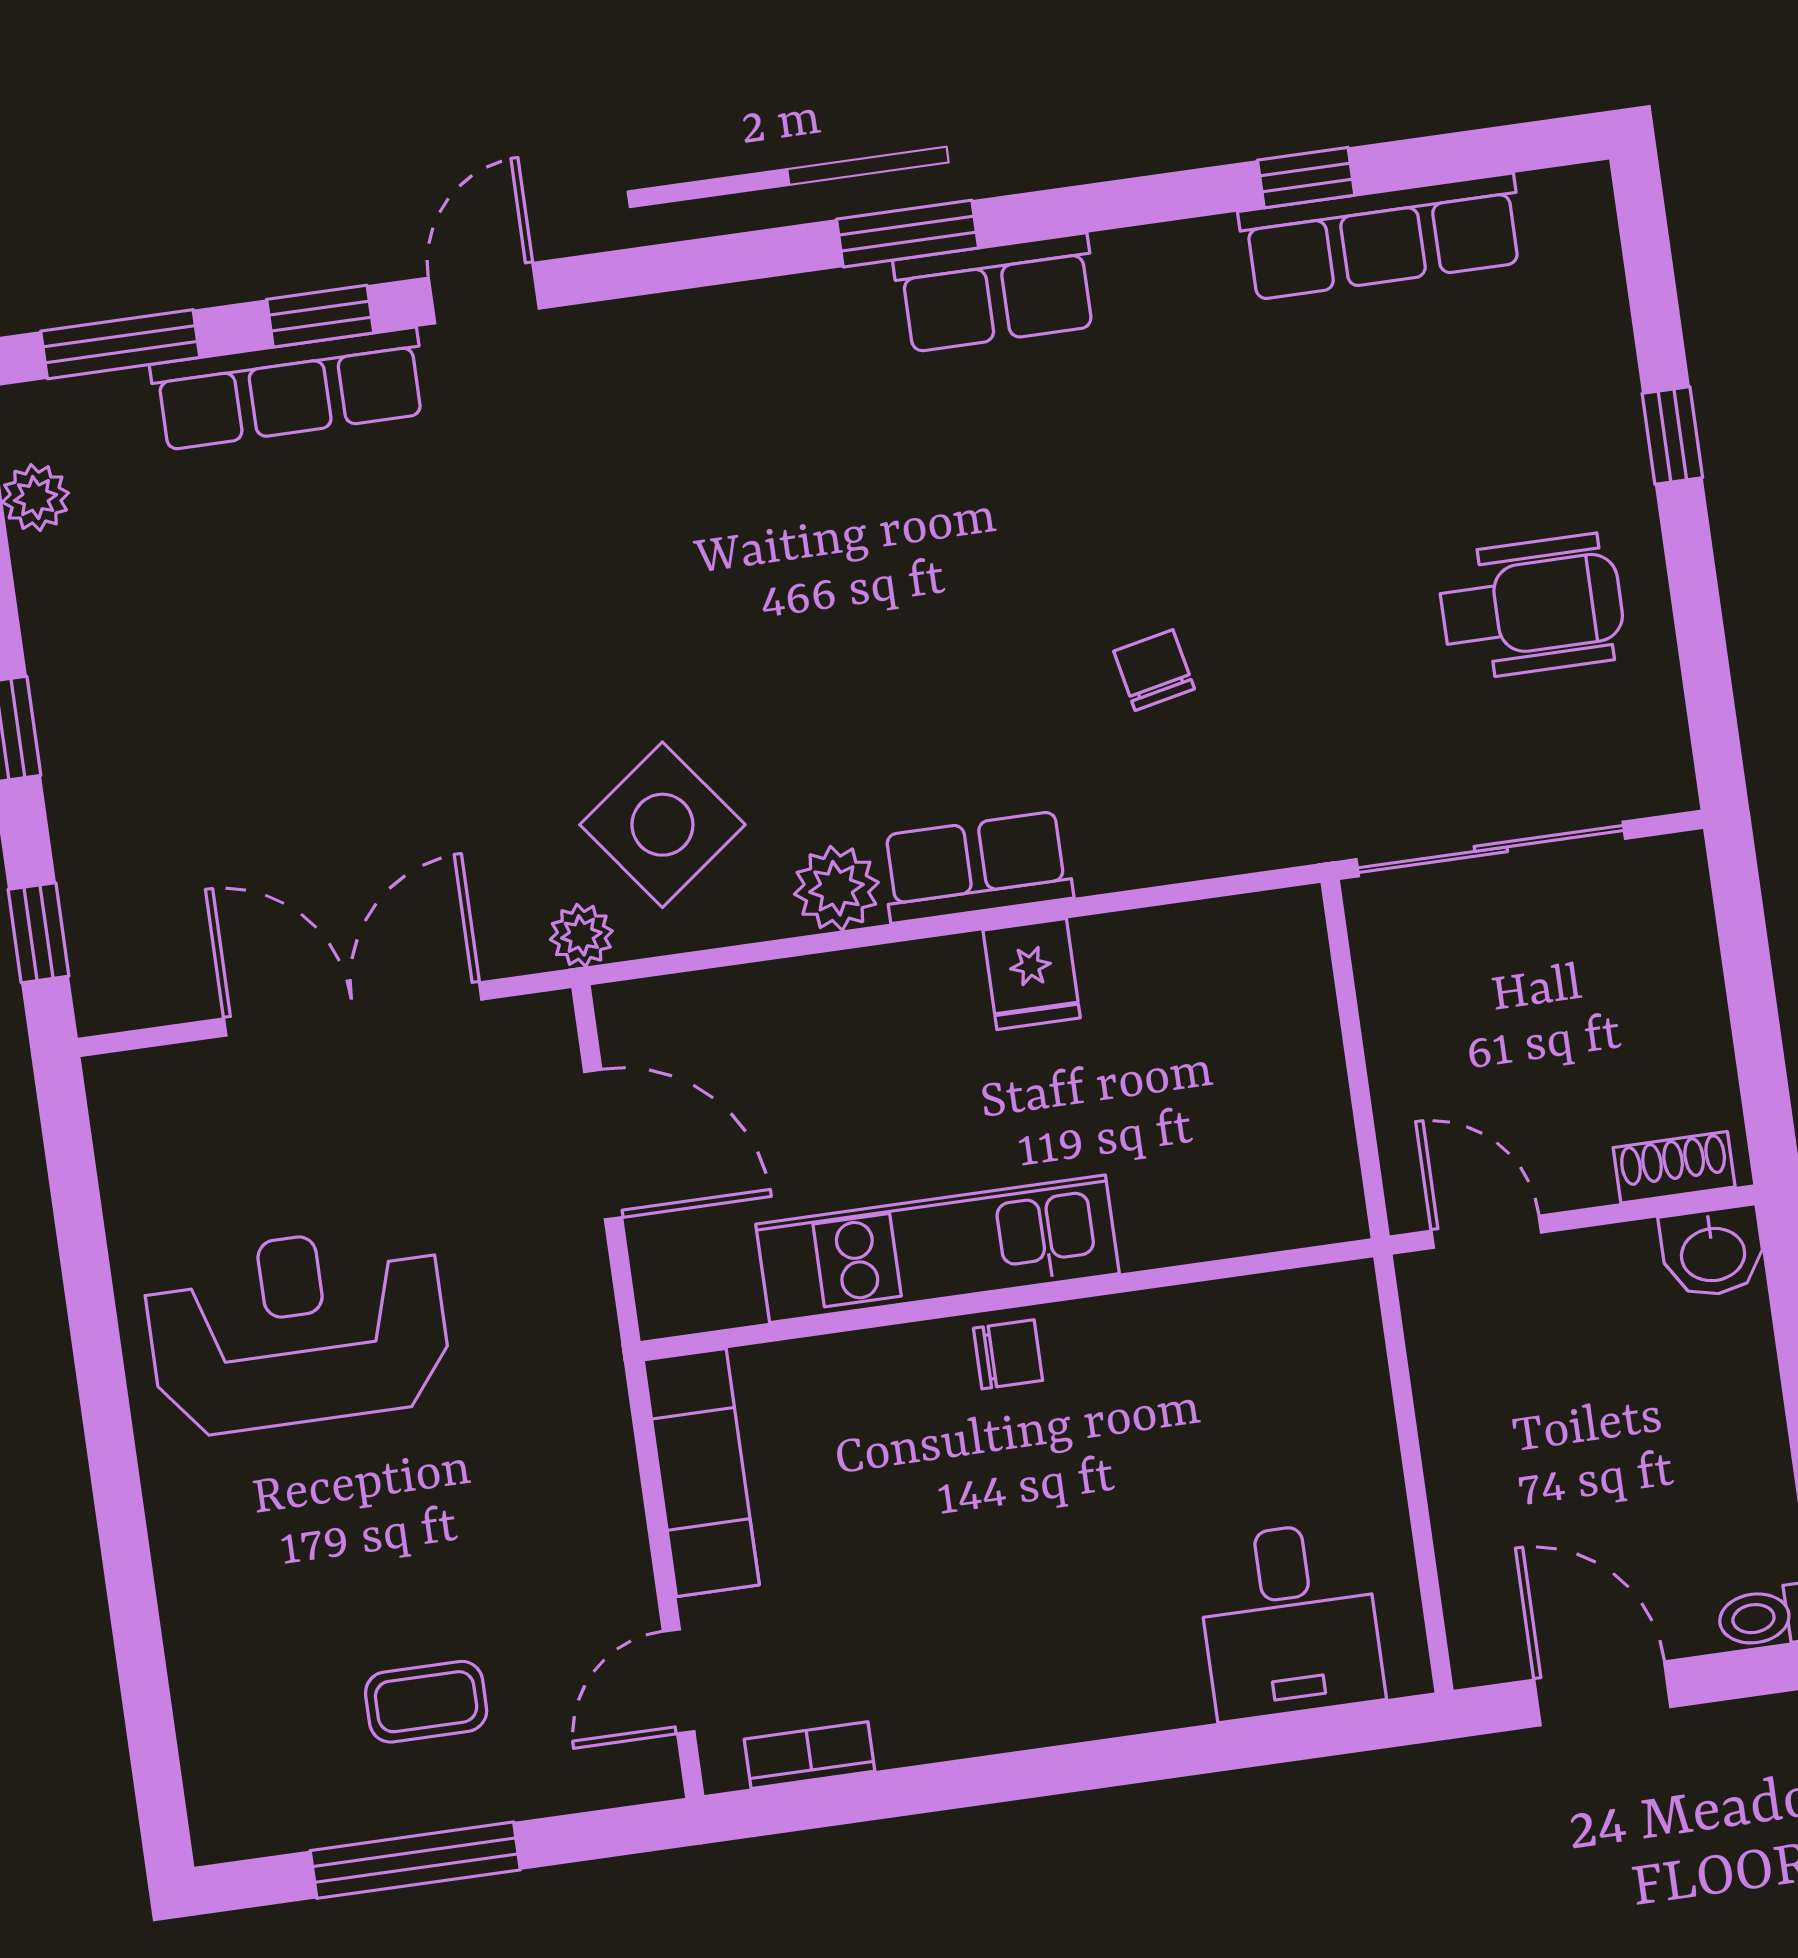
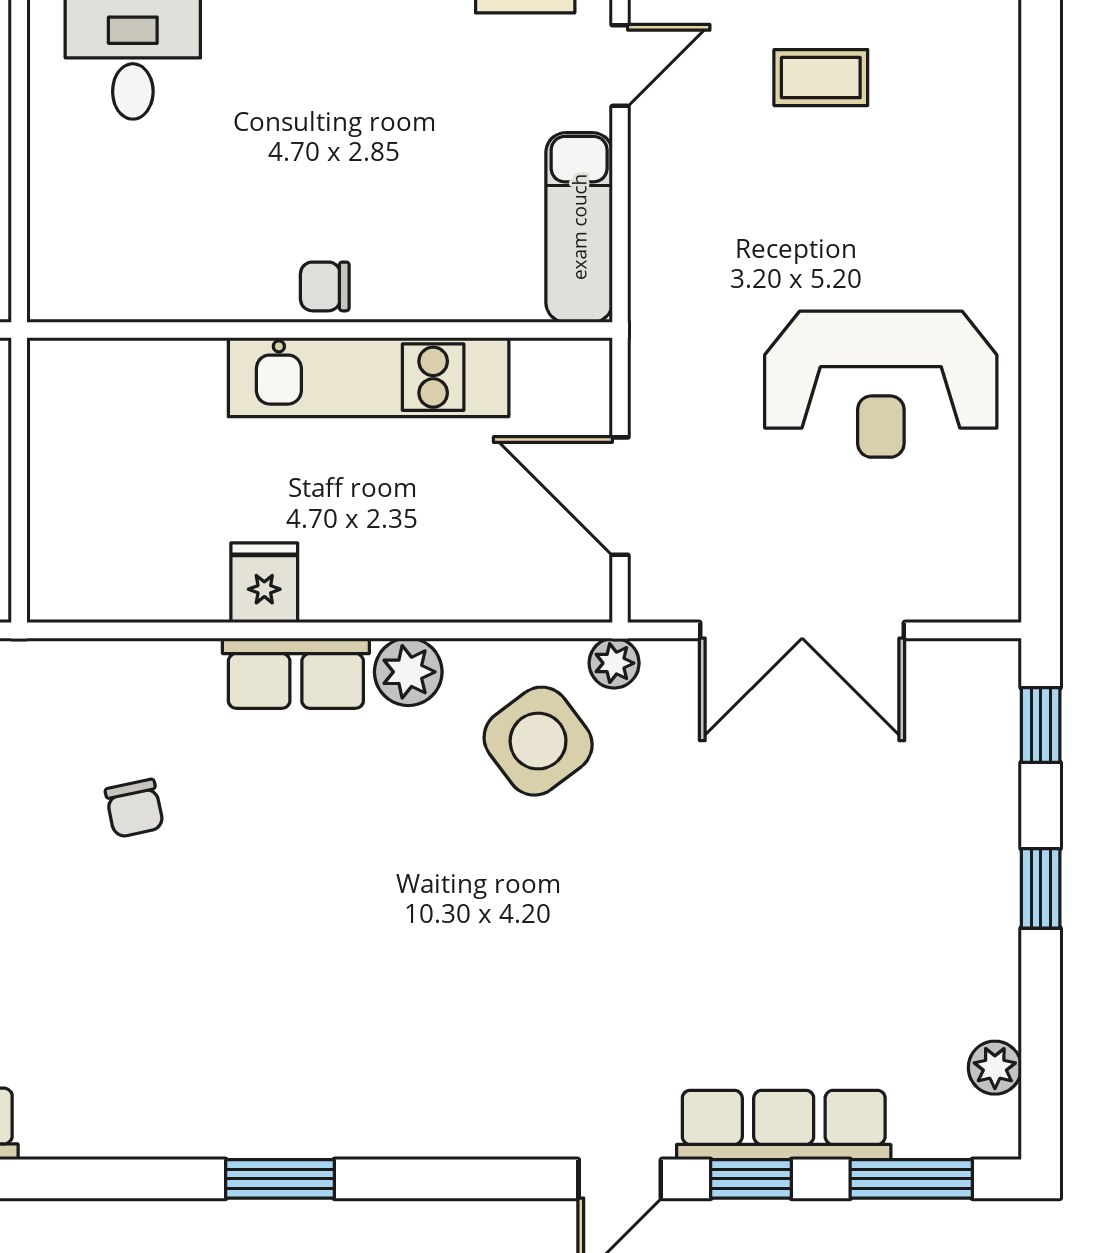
row of seats: (996, 293) -> (217, 1122), removed

